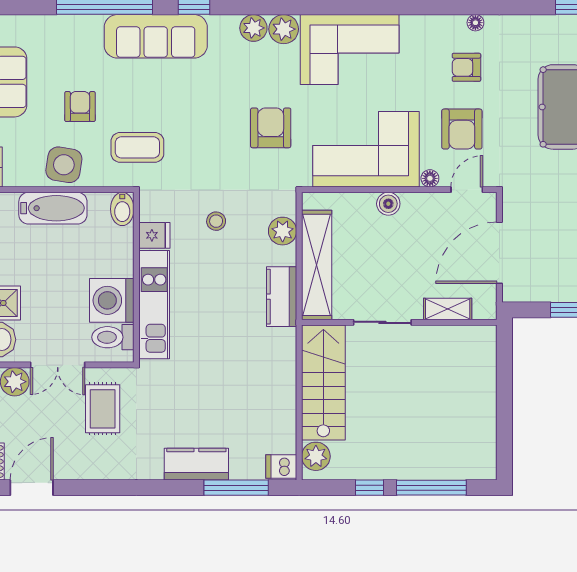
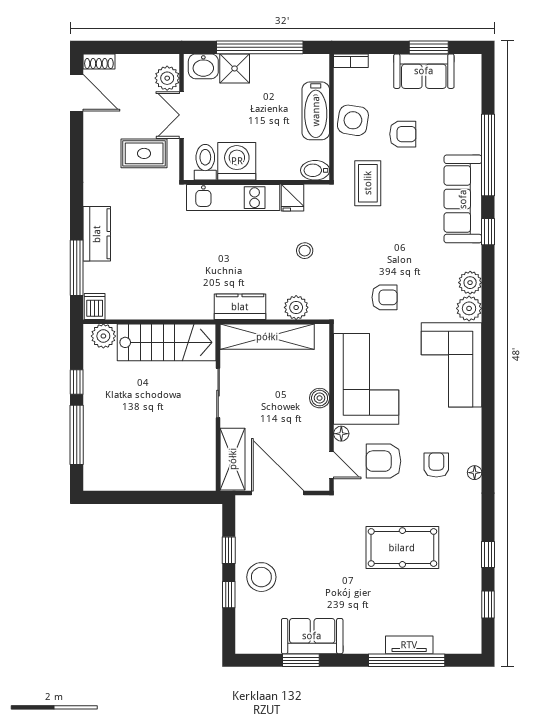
armchair: (271, 128) -> (385, 297), width x0.72, depth x0.72
shelving: (448, 309) -> (233, 459), width x1.50, depth x1.33

